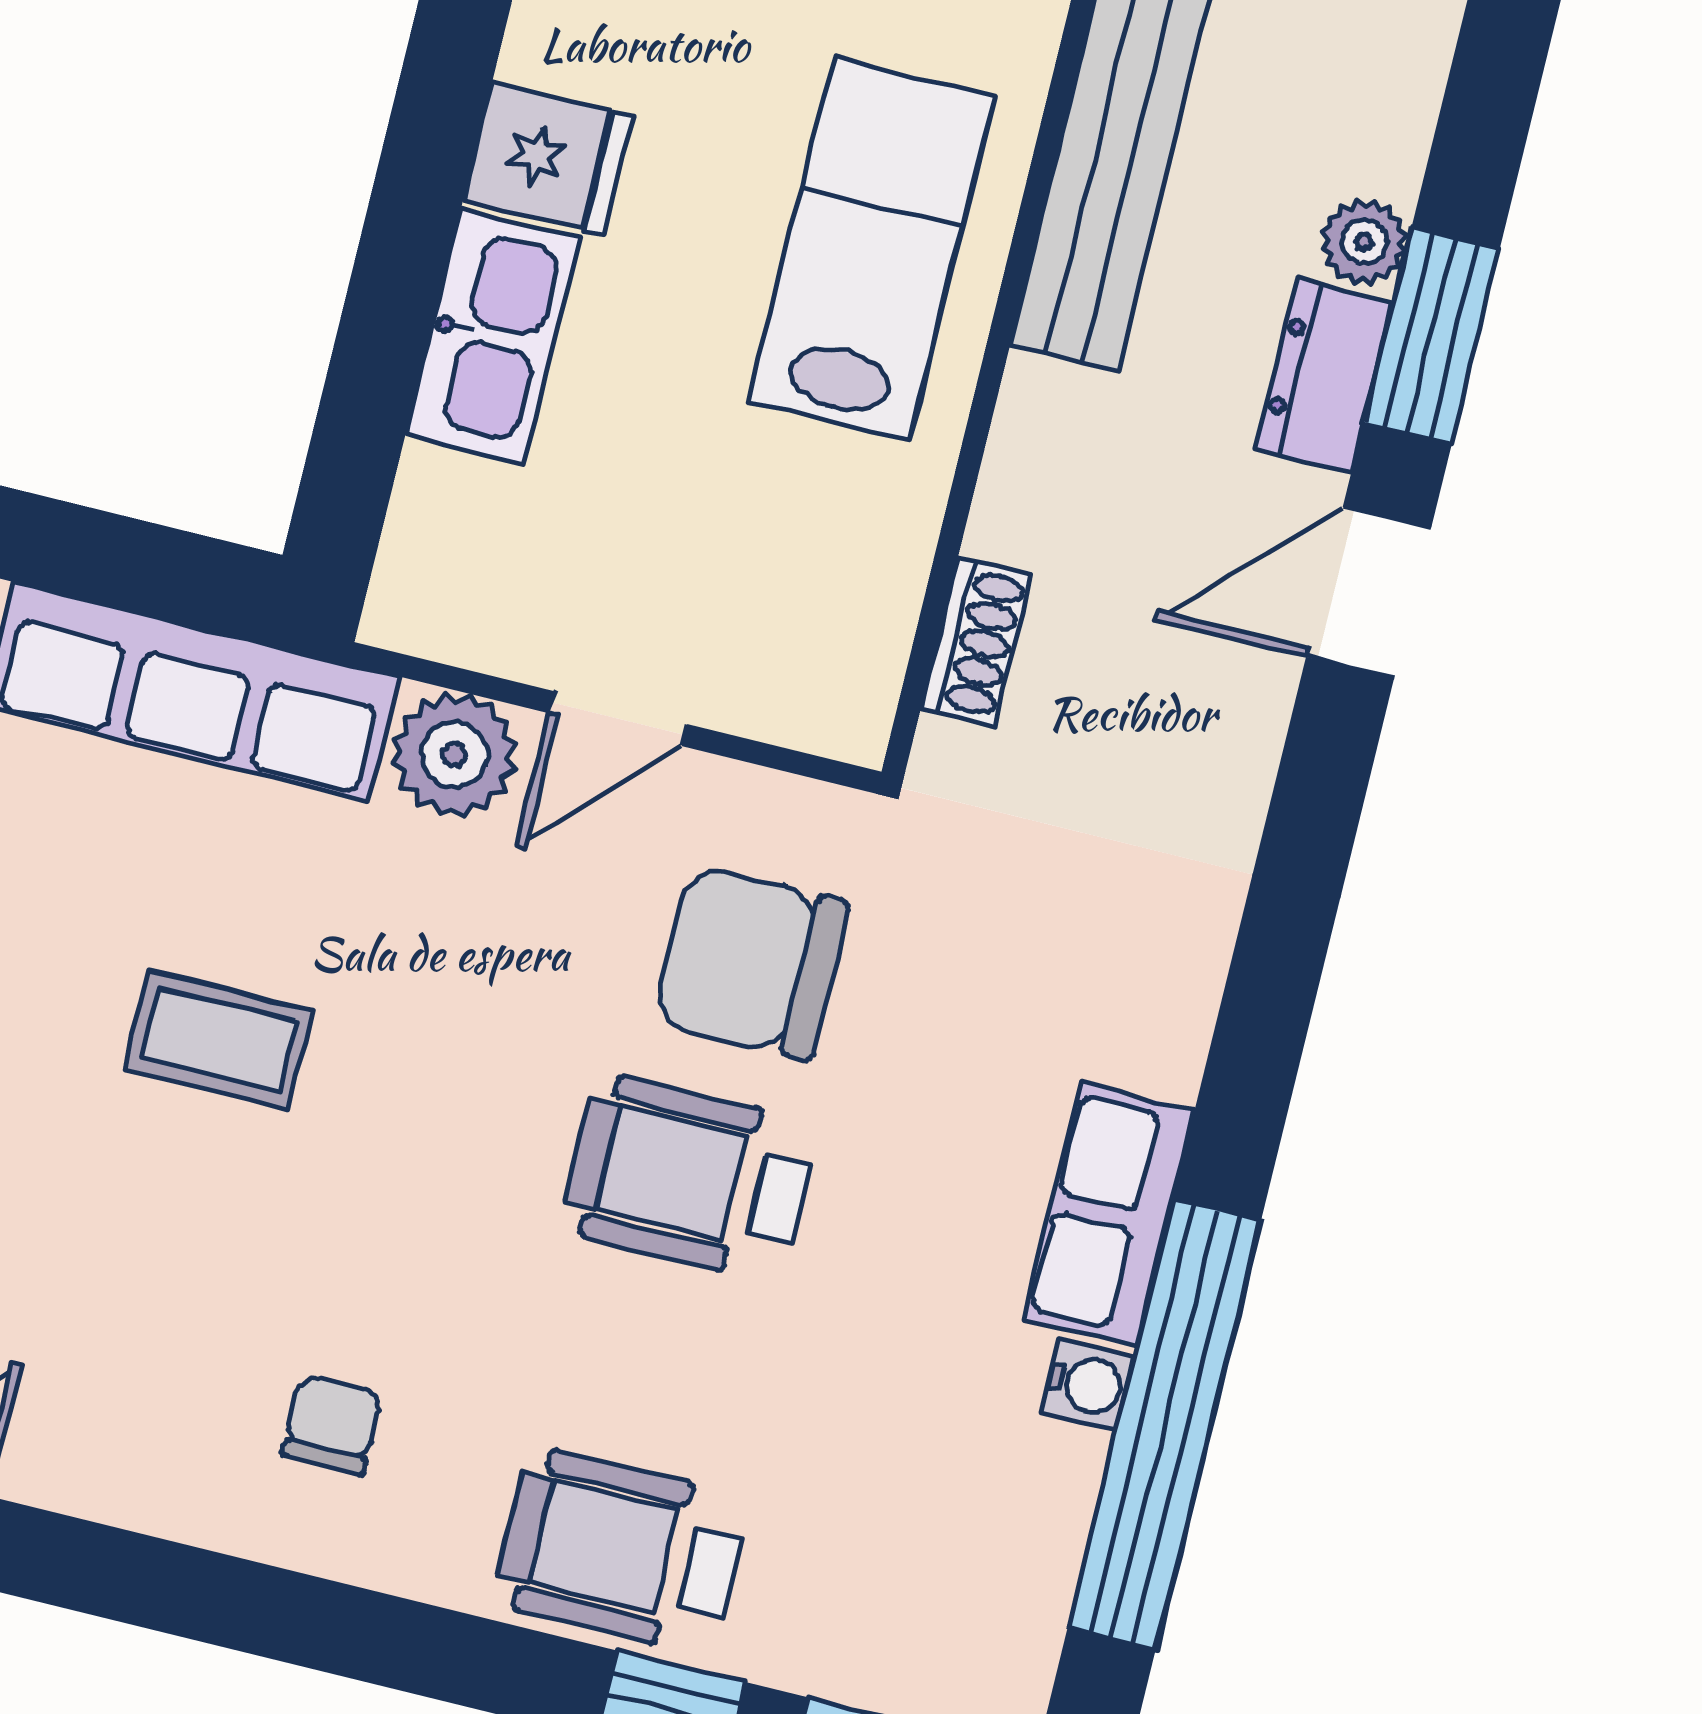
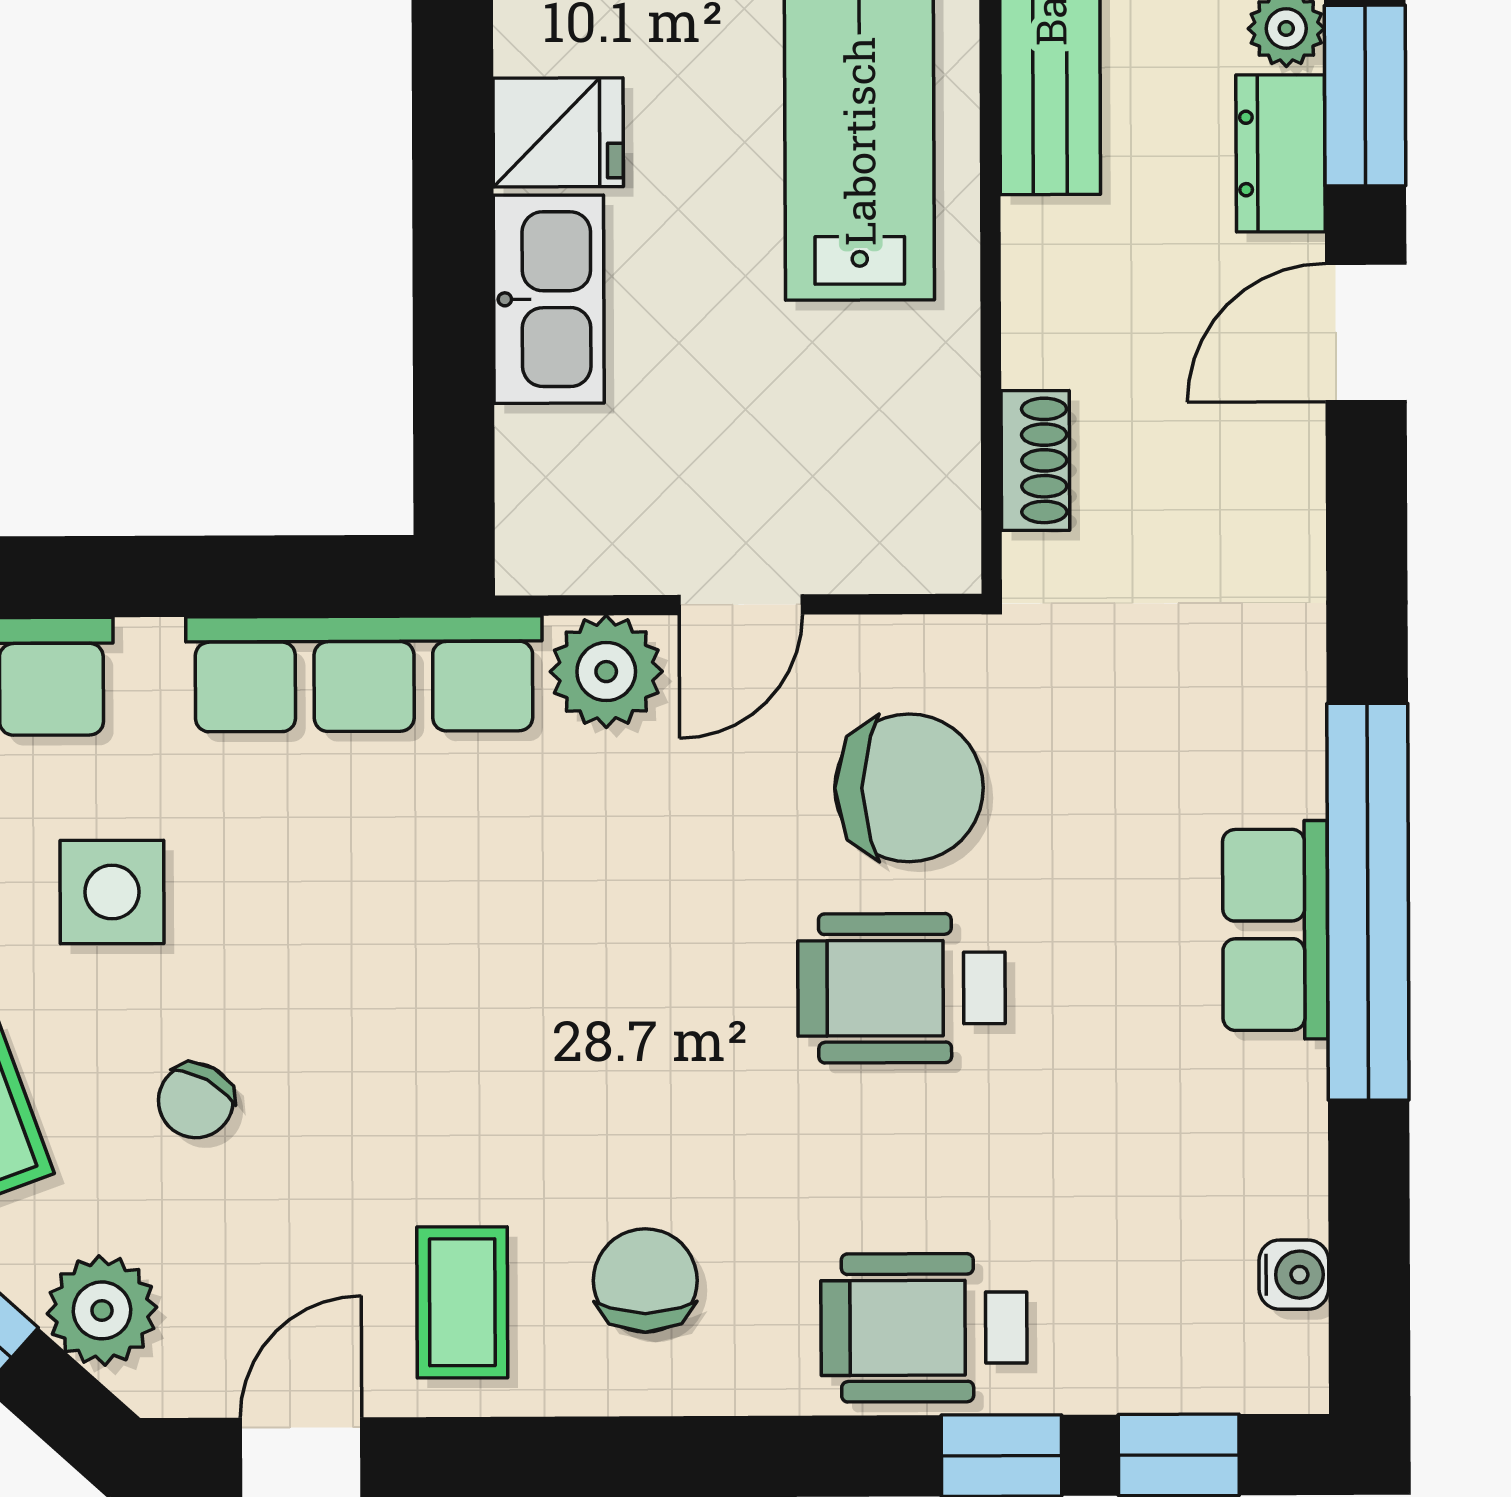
chair: (751, 962) -> (909, 788), turned 180
coffee table: (219, 1040) -> (462, 1302), moved, turned 90
water cooler: (1087, 1385) -> (1294, 1275), moved
window: (1164, 1424) -> (1368, 902), moved
chair: (332, 1425) -> (645, 1280), width x1.37, depth x1.37

